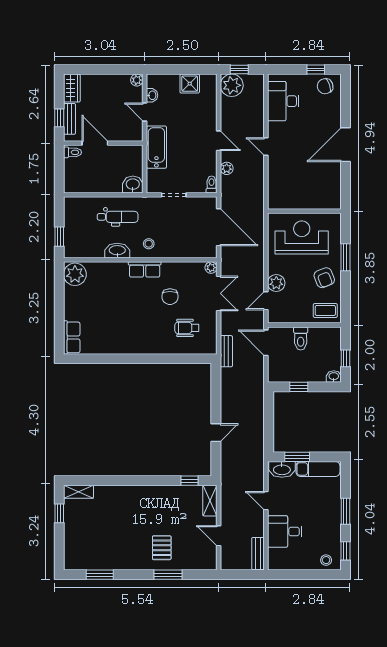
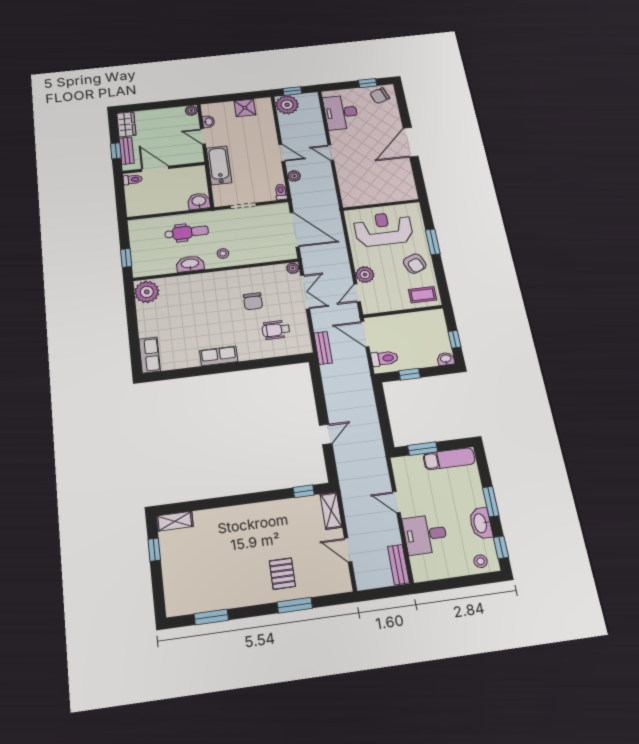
row of seats: (145, 269) -> (219, 356), moved, turned 180
toilet: (301, 338) -> (385, 358), moved, turned -90
washbasin: (282, 469) -> (481, 523), moved, turned 90

